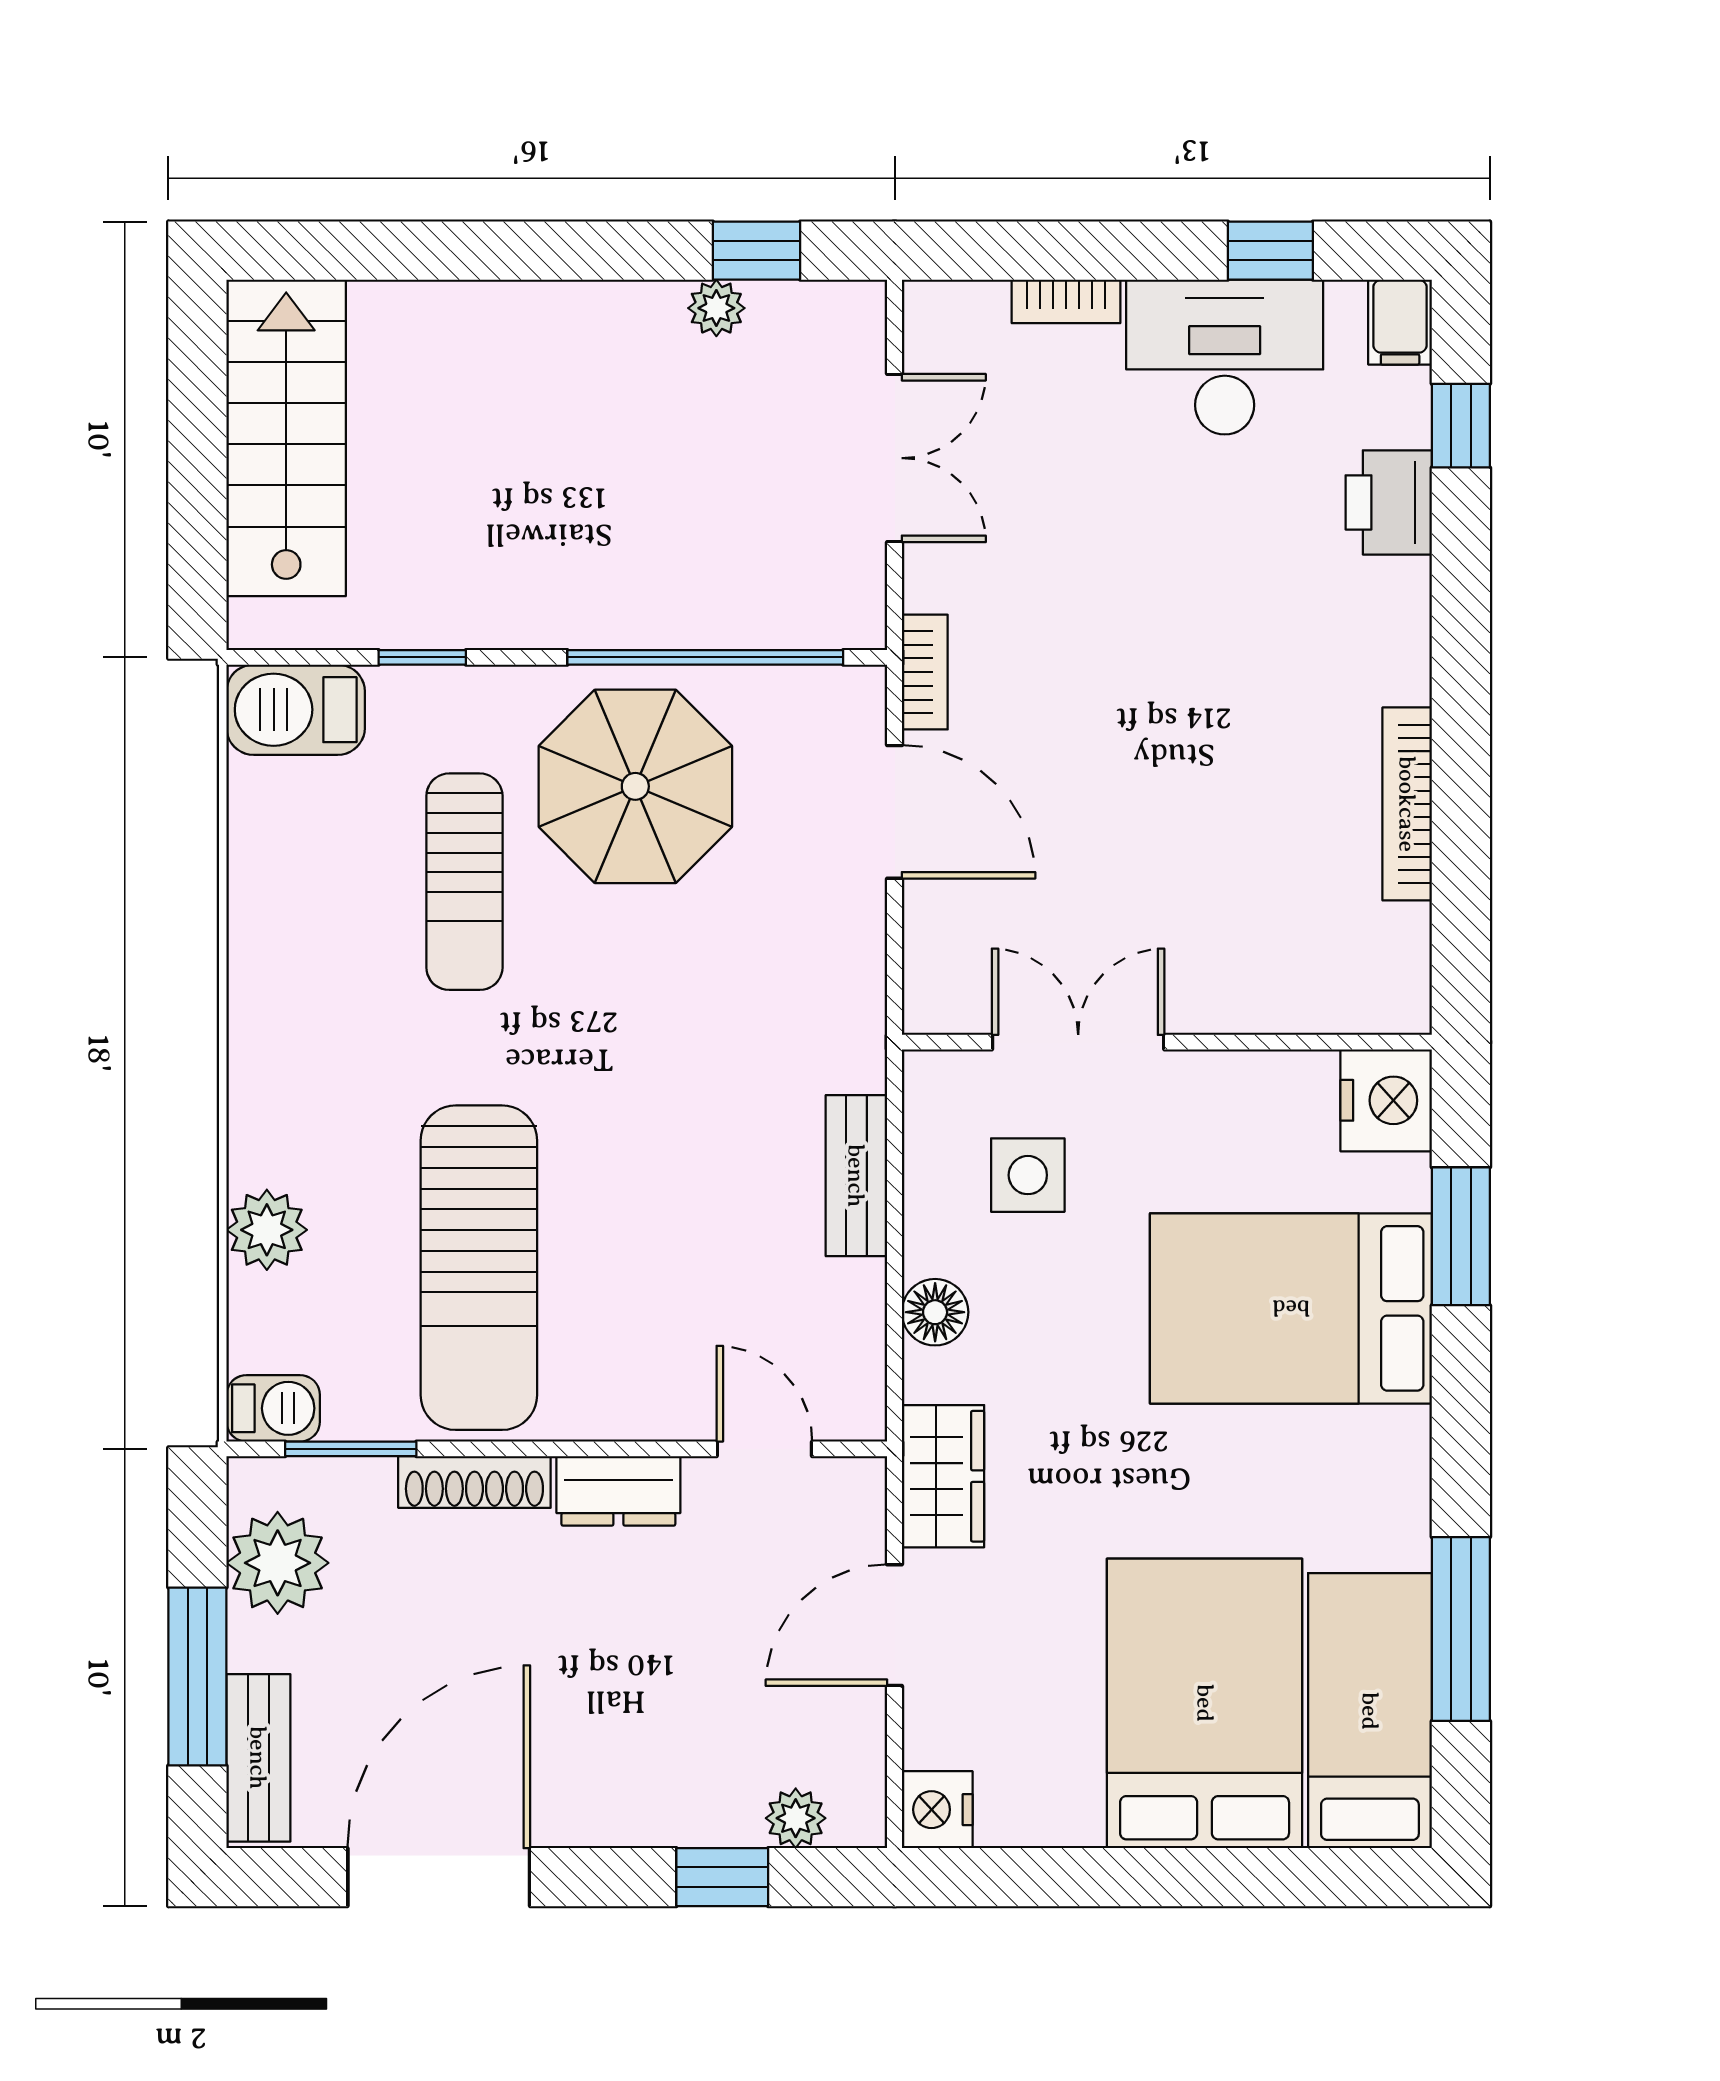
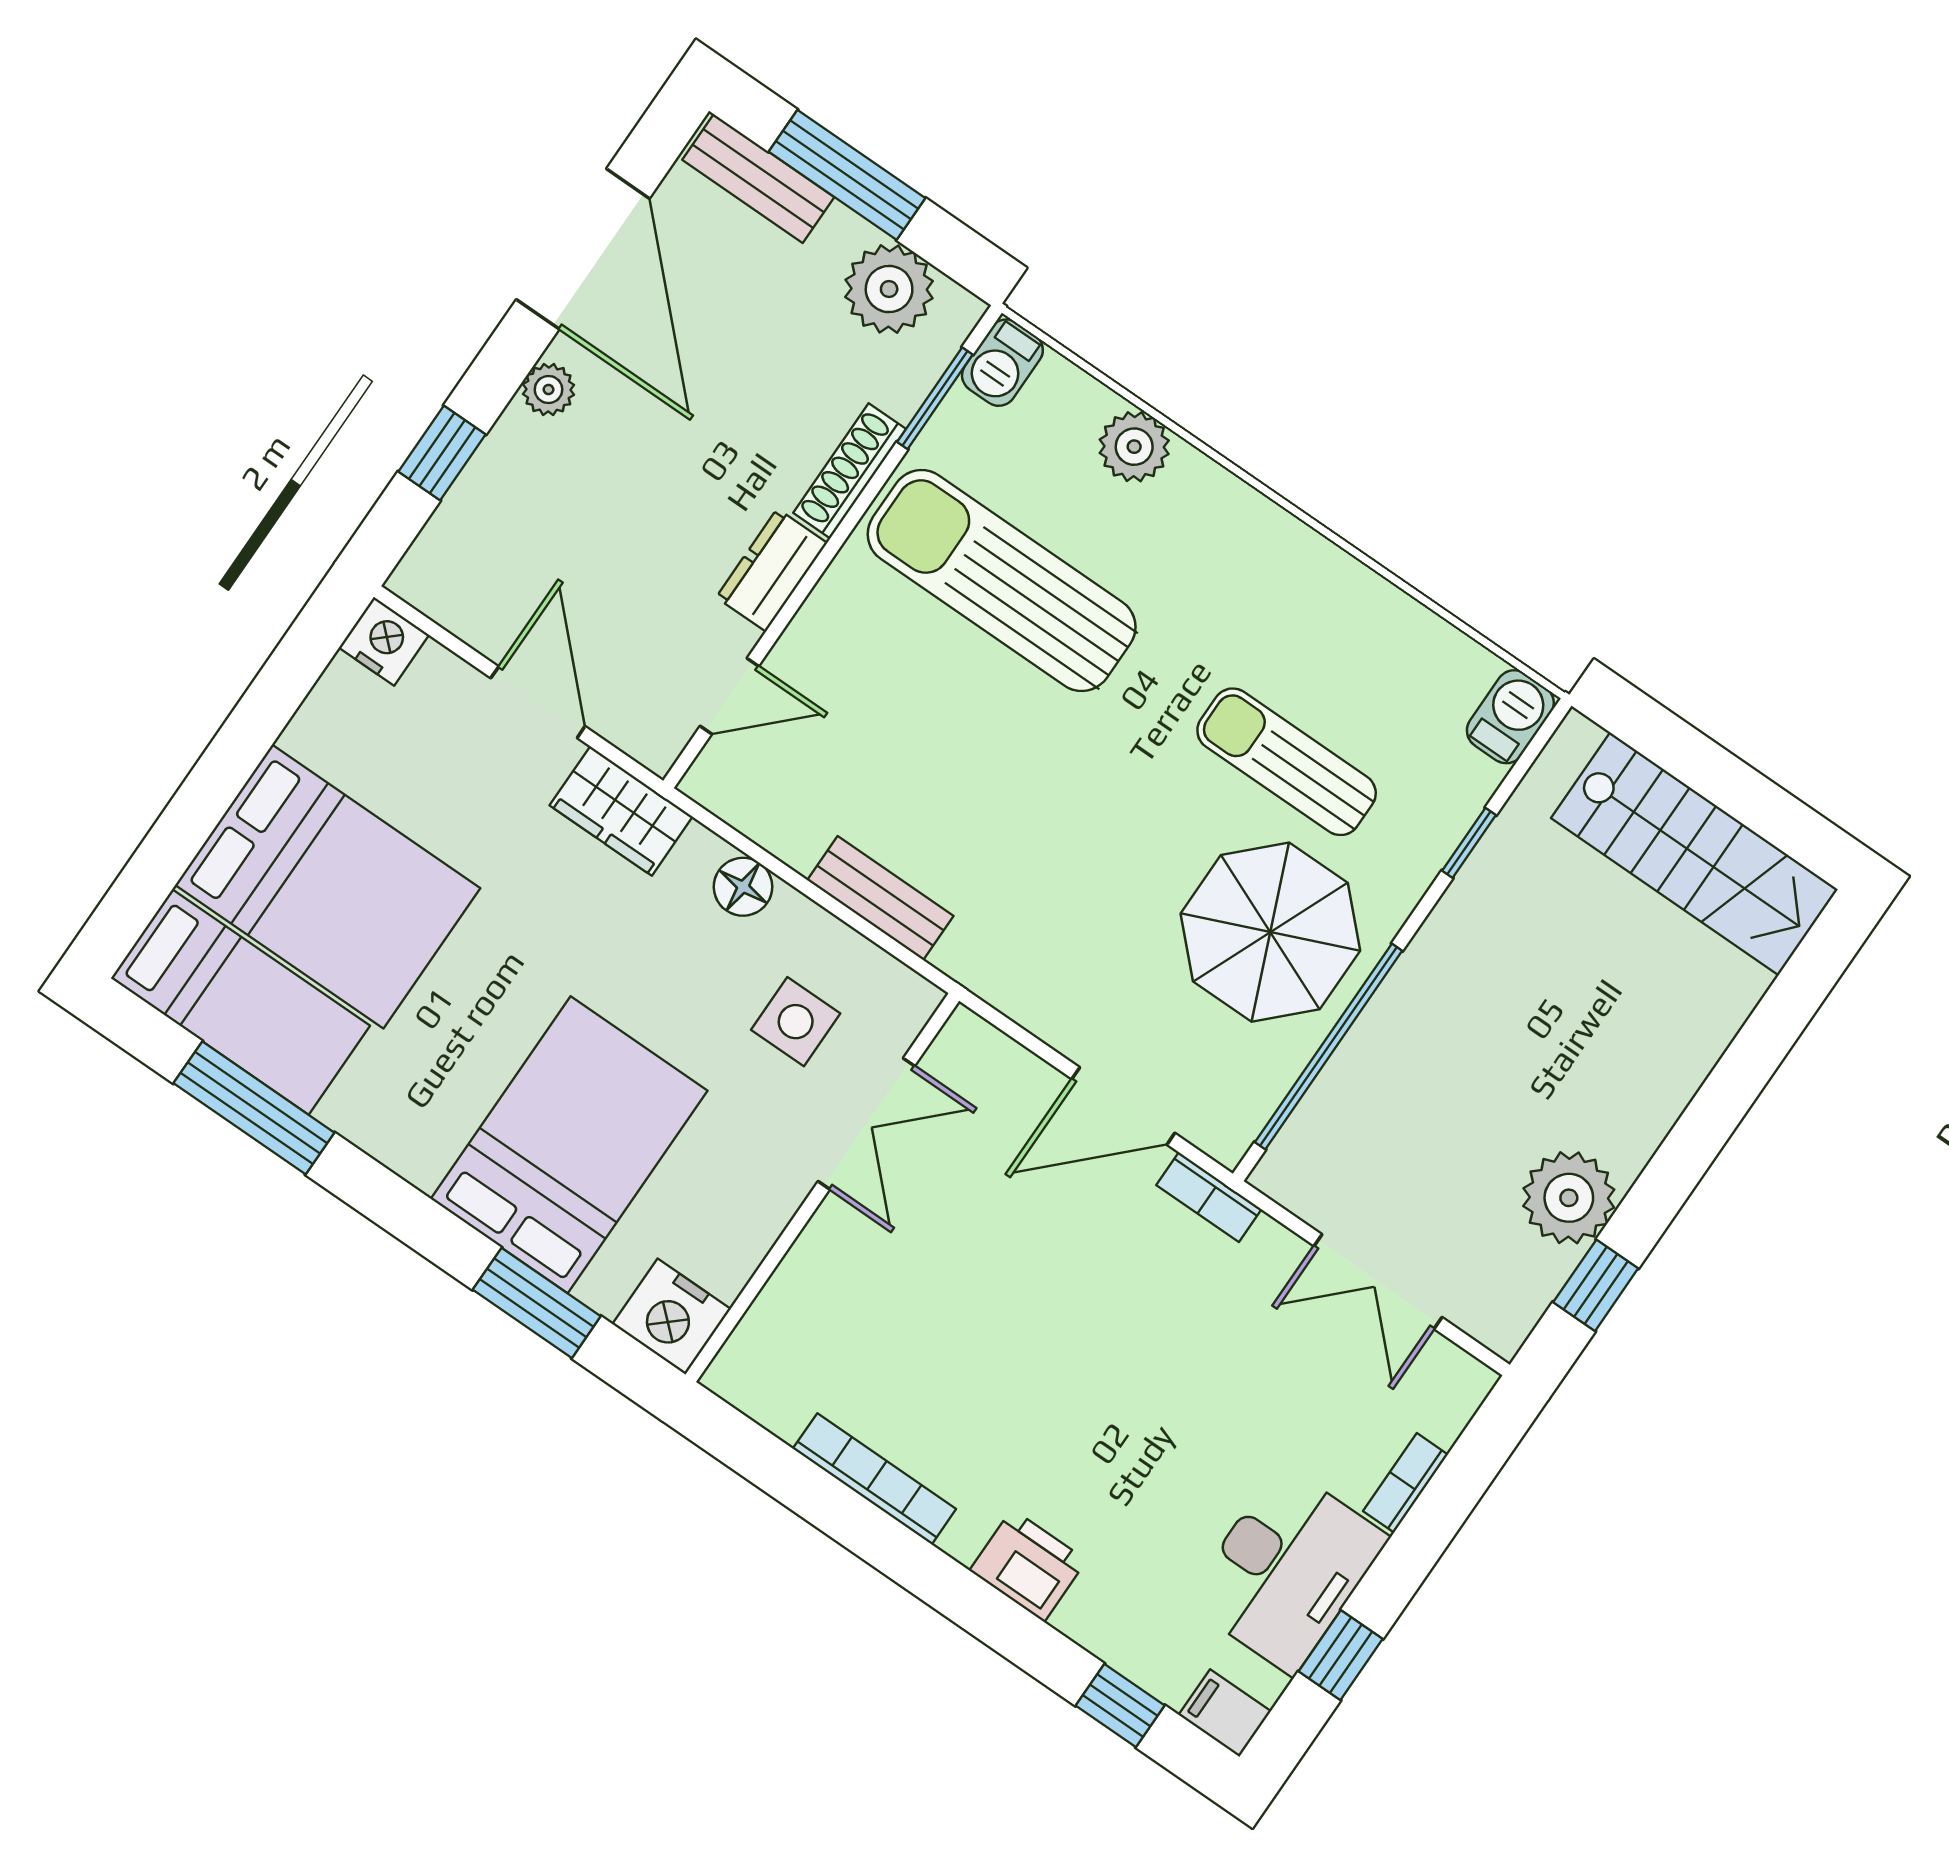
plant: (716, 308) -> (1569, 1198), width x1.87, depth x1.87
printer: (1389, 502) -> (1028, 1565), moved
barbecue: (296, 710) -> (1510, 717), width x0.73, depth x0.79
plant: (796, 1818) -> (549, 389), moved

